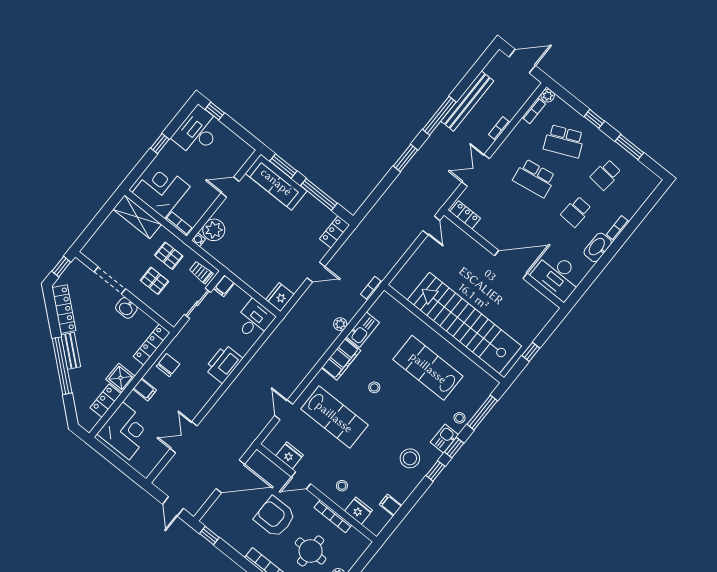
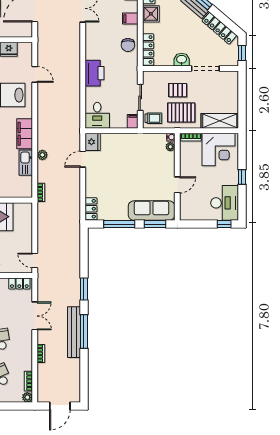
bench: (467, 101) -> (74, 332), moved
plant: (214, 230) -> (170, 147), width x0.53, depth x0.53
pallet: (169, 256) -> (181, 113), width x1.50, depth x1.42
door: (316, 272) -> (83, 159), moved

